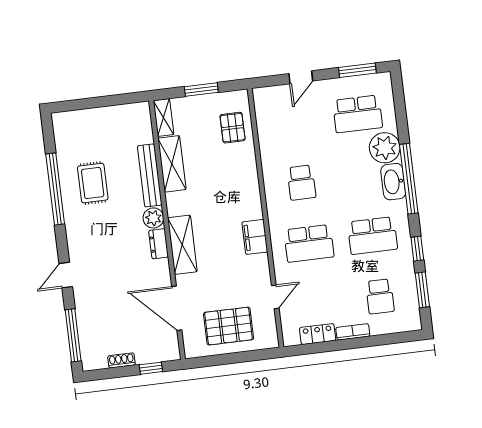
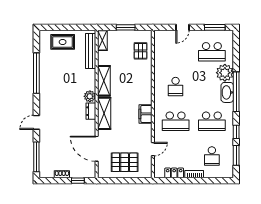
shelving: (172, 164) -> (104, 81), moved
bench: (150, 175) -> (91, 51), moved
rug: (93, 183) -> (63, 42), moved, turned 90

